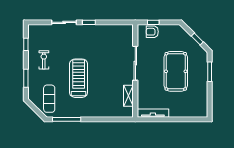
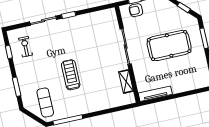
exercise bike: (44, 60) -> (25, 47), moved
pool table: (176, 71) -> (169, 46), turned 90
treadmill: (79, 78) -> (71, 75), width x0.73, depth x0.73

